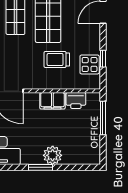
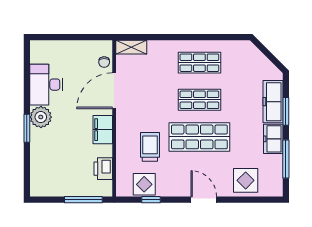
filing cabinet: (52, 101) -> (103, 130), moved
plant: (53, 155) -> (41, 117), moved

